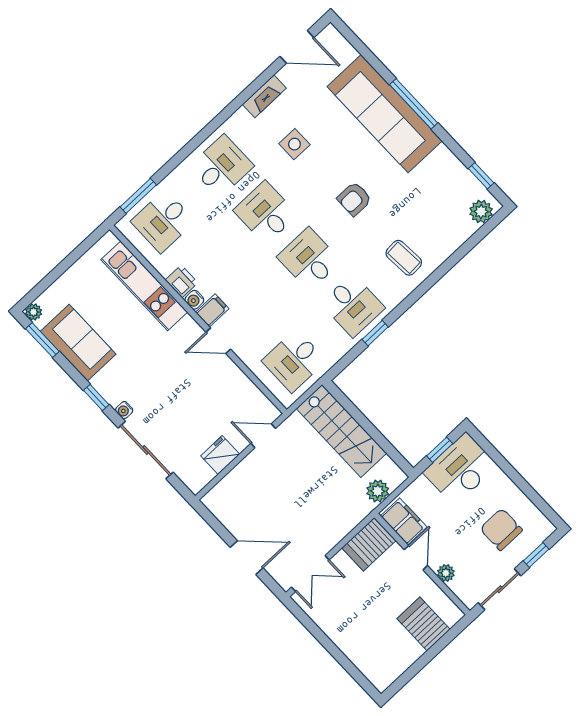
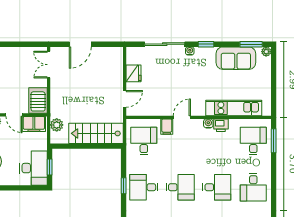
filing cabinet: (212, 310) -> (167, 127), moved

